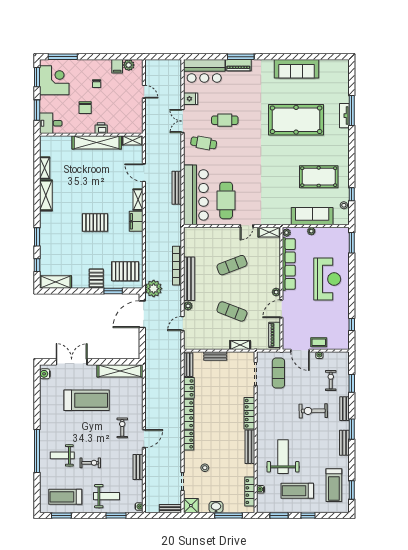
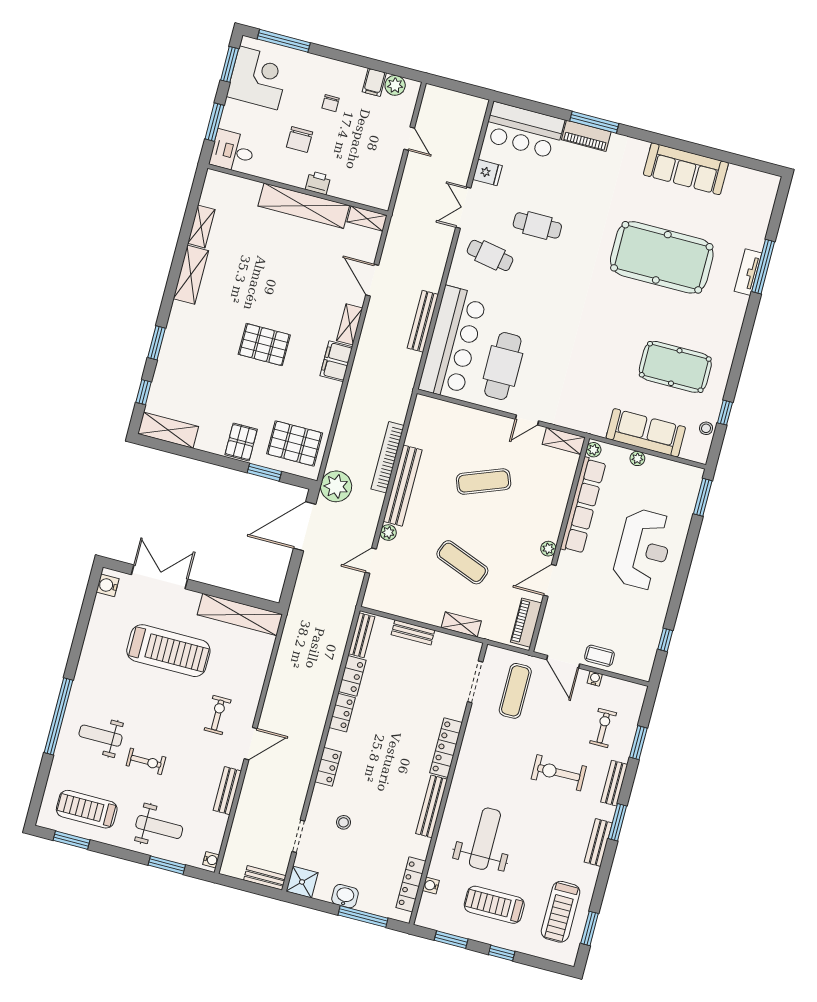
locker: (189, 414) -> (342, 713), width x0.66

